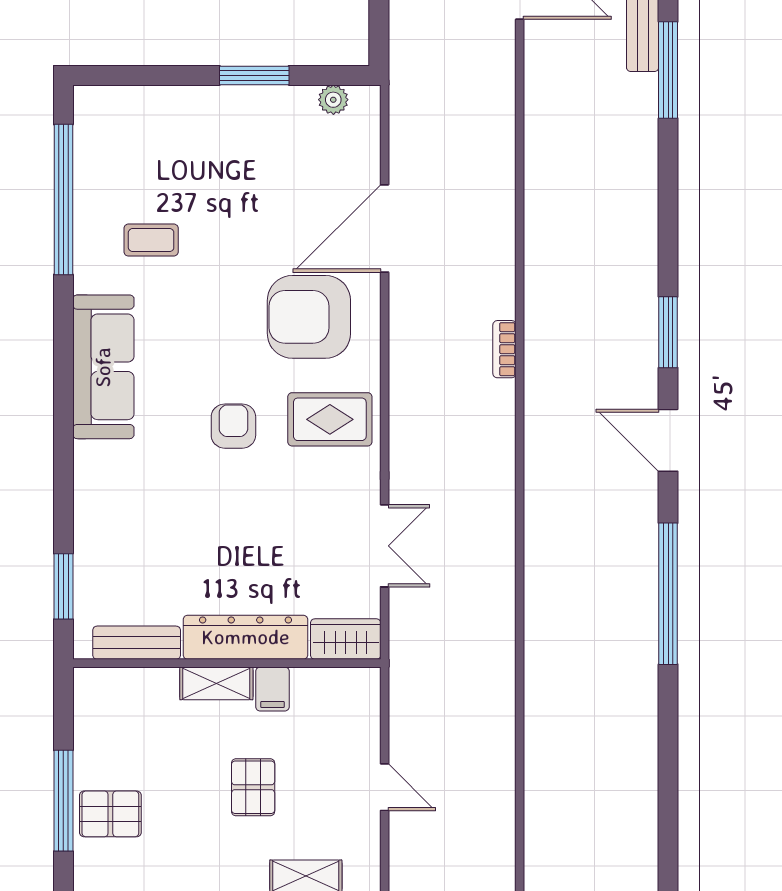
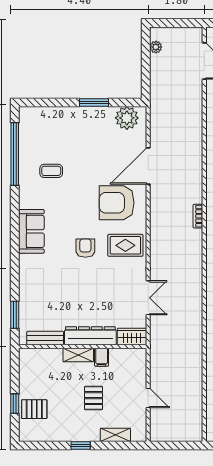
plant: (333, 100) -> (127, 118), width x1.87, depth x1.87
sofa: (103, 367) -> (31, 231), width x0.73
window: (63, 801) -> (15, 404), width x0.46

